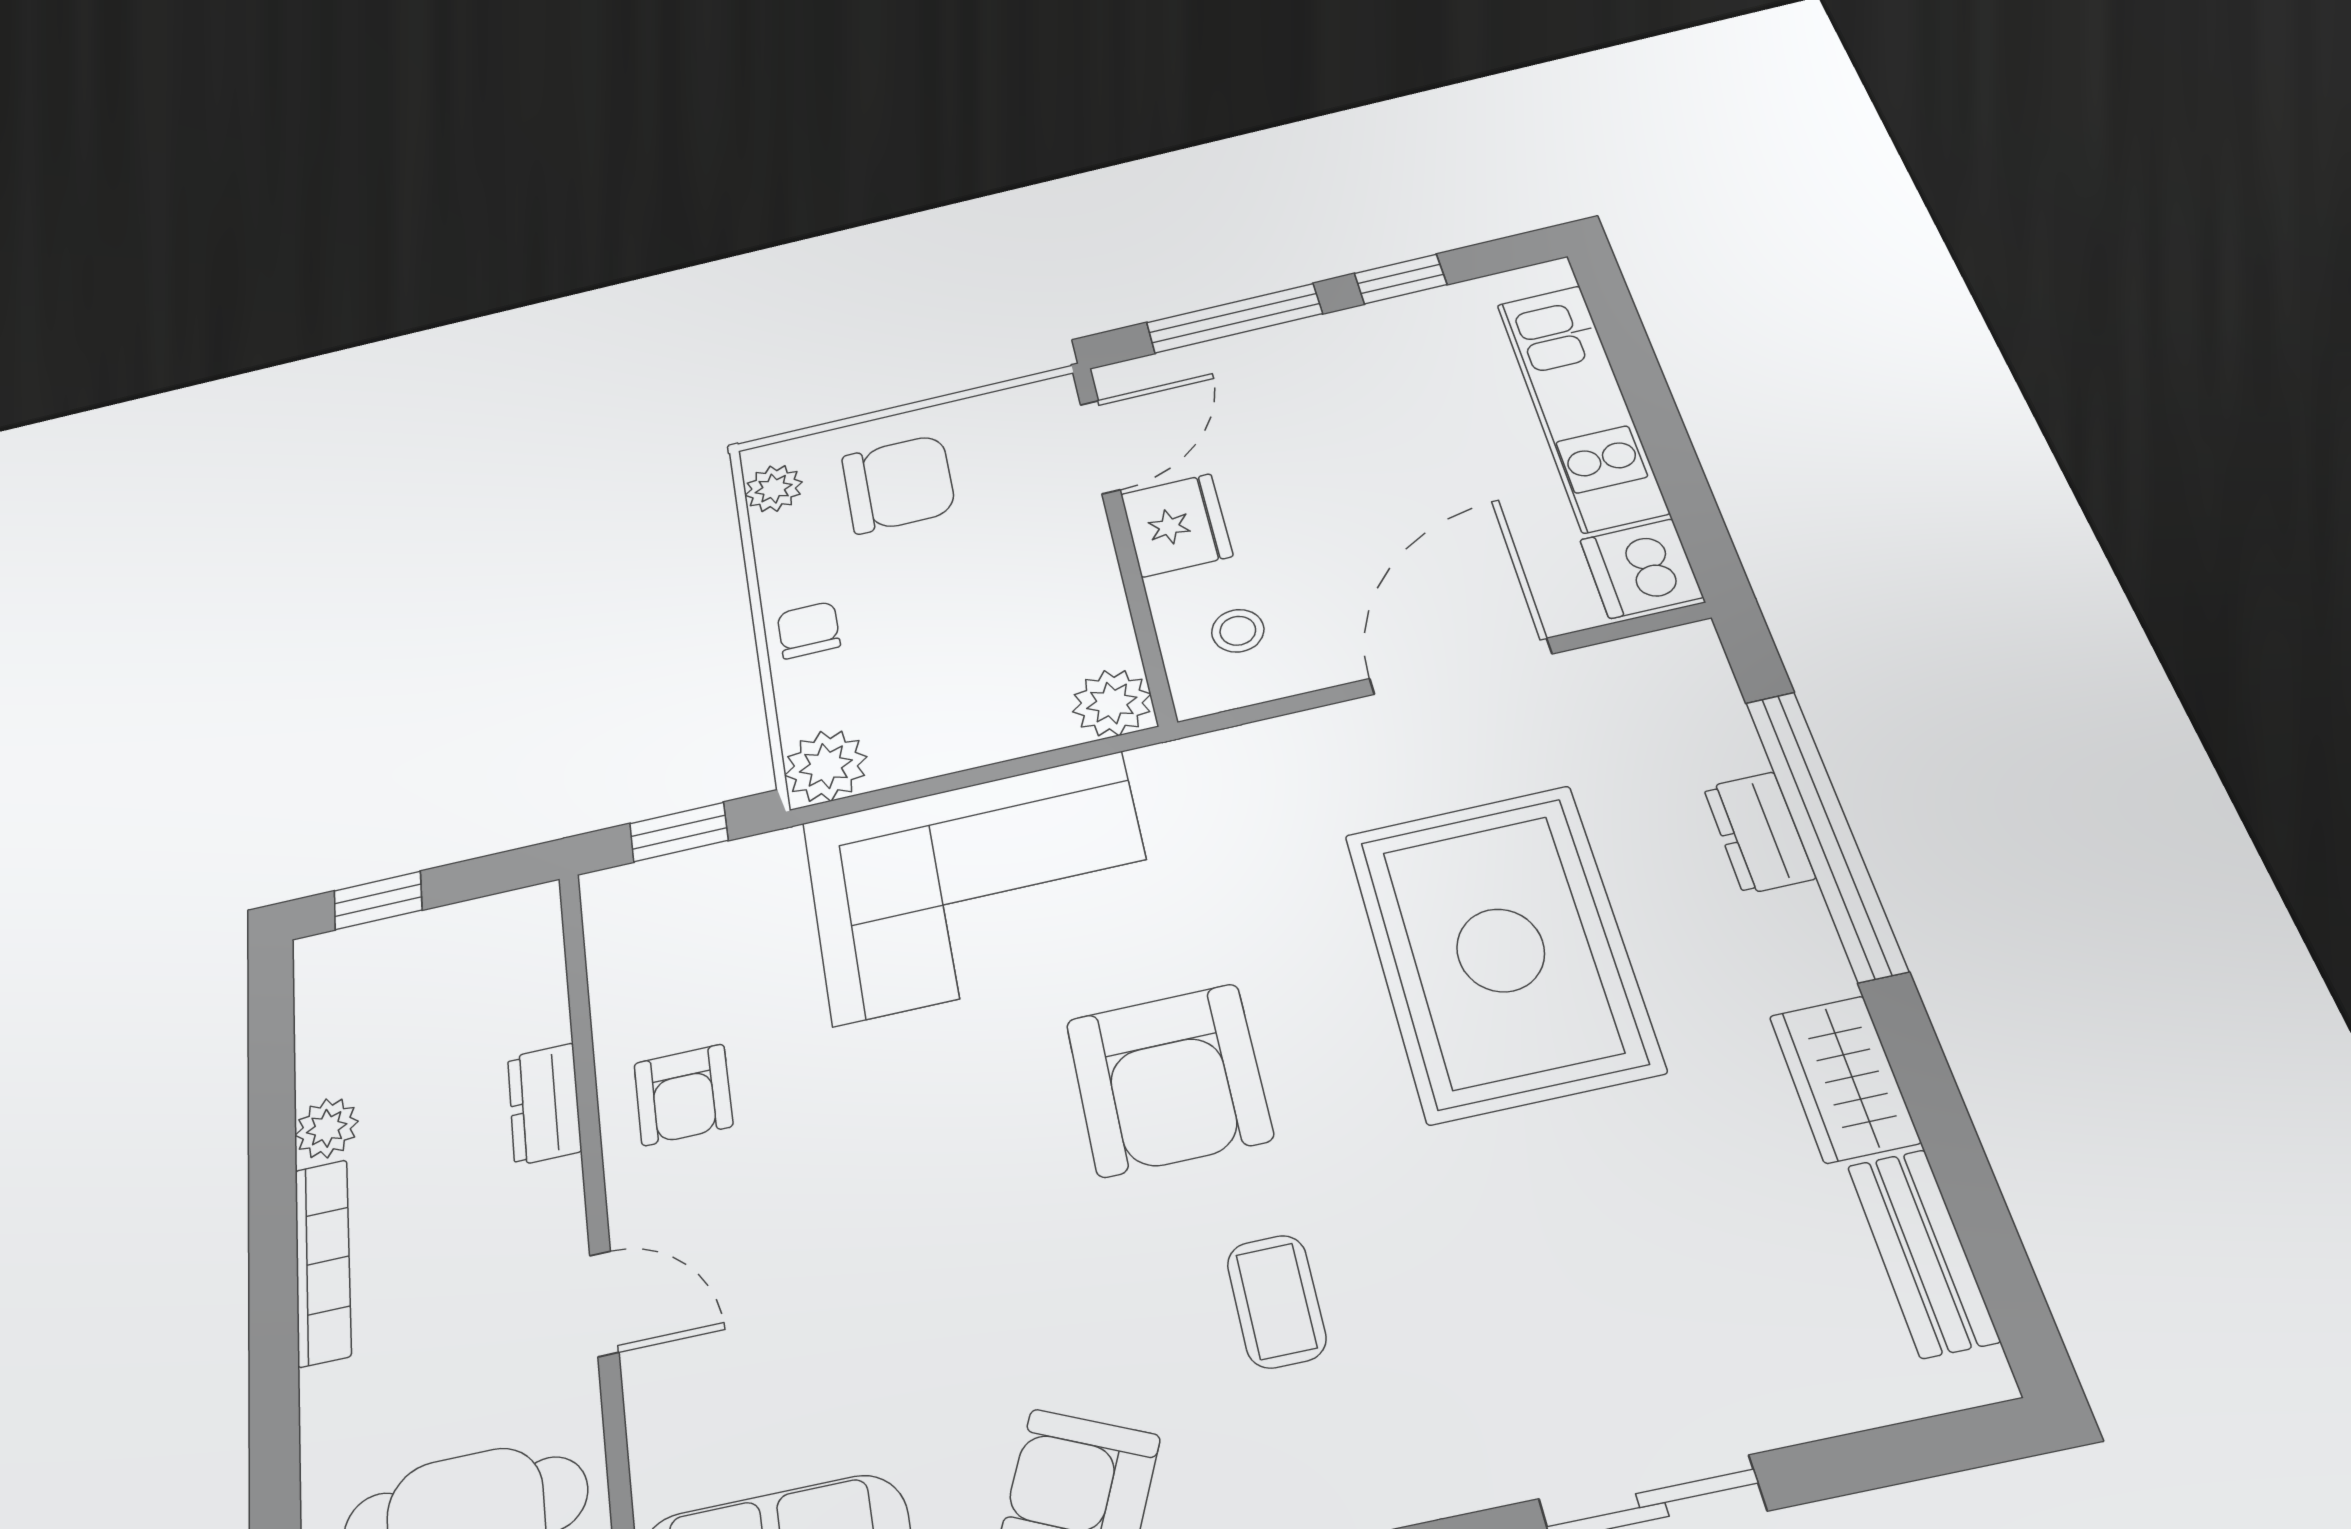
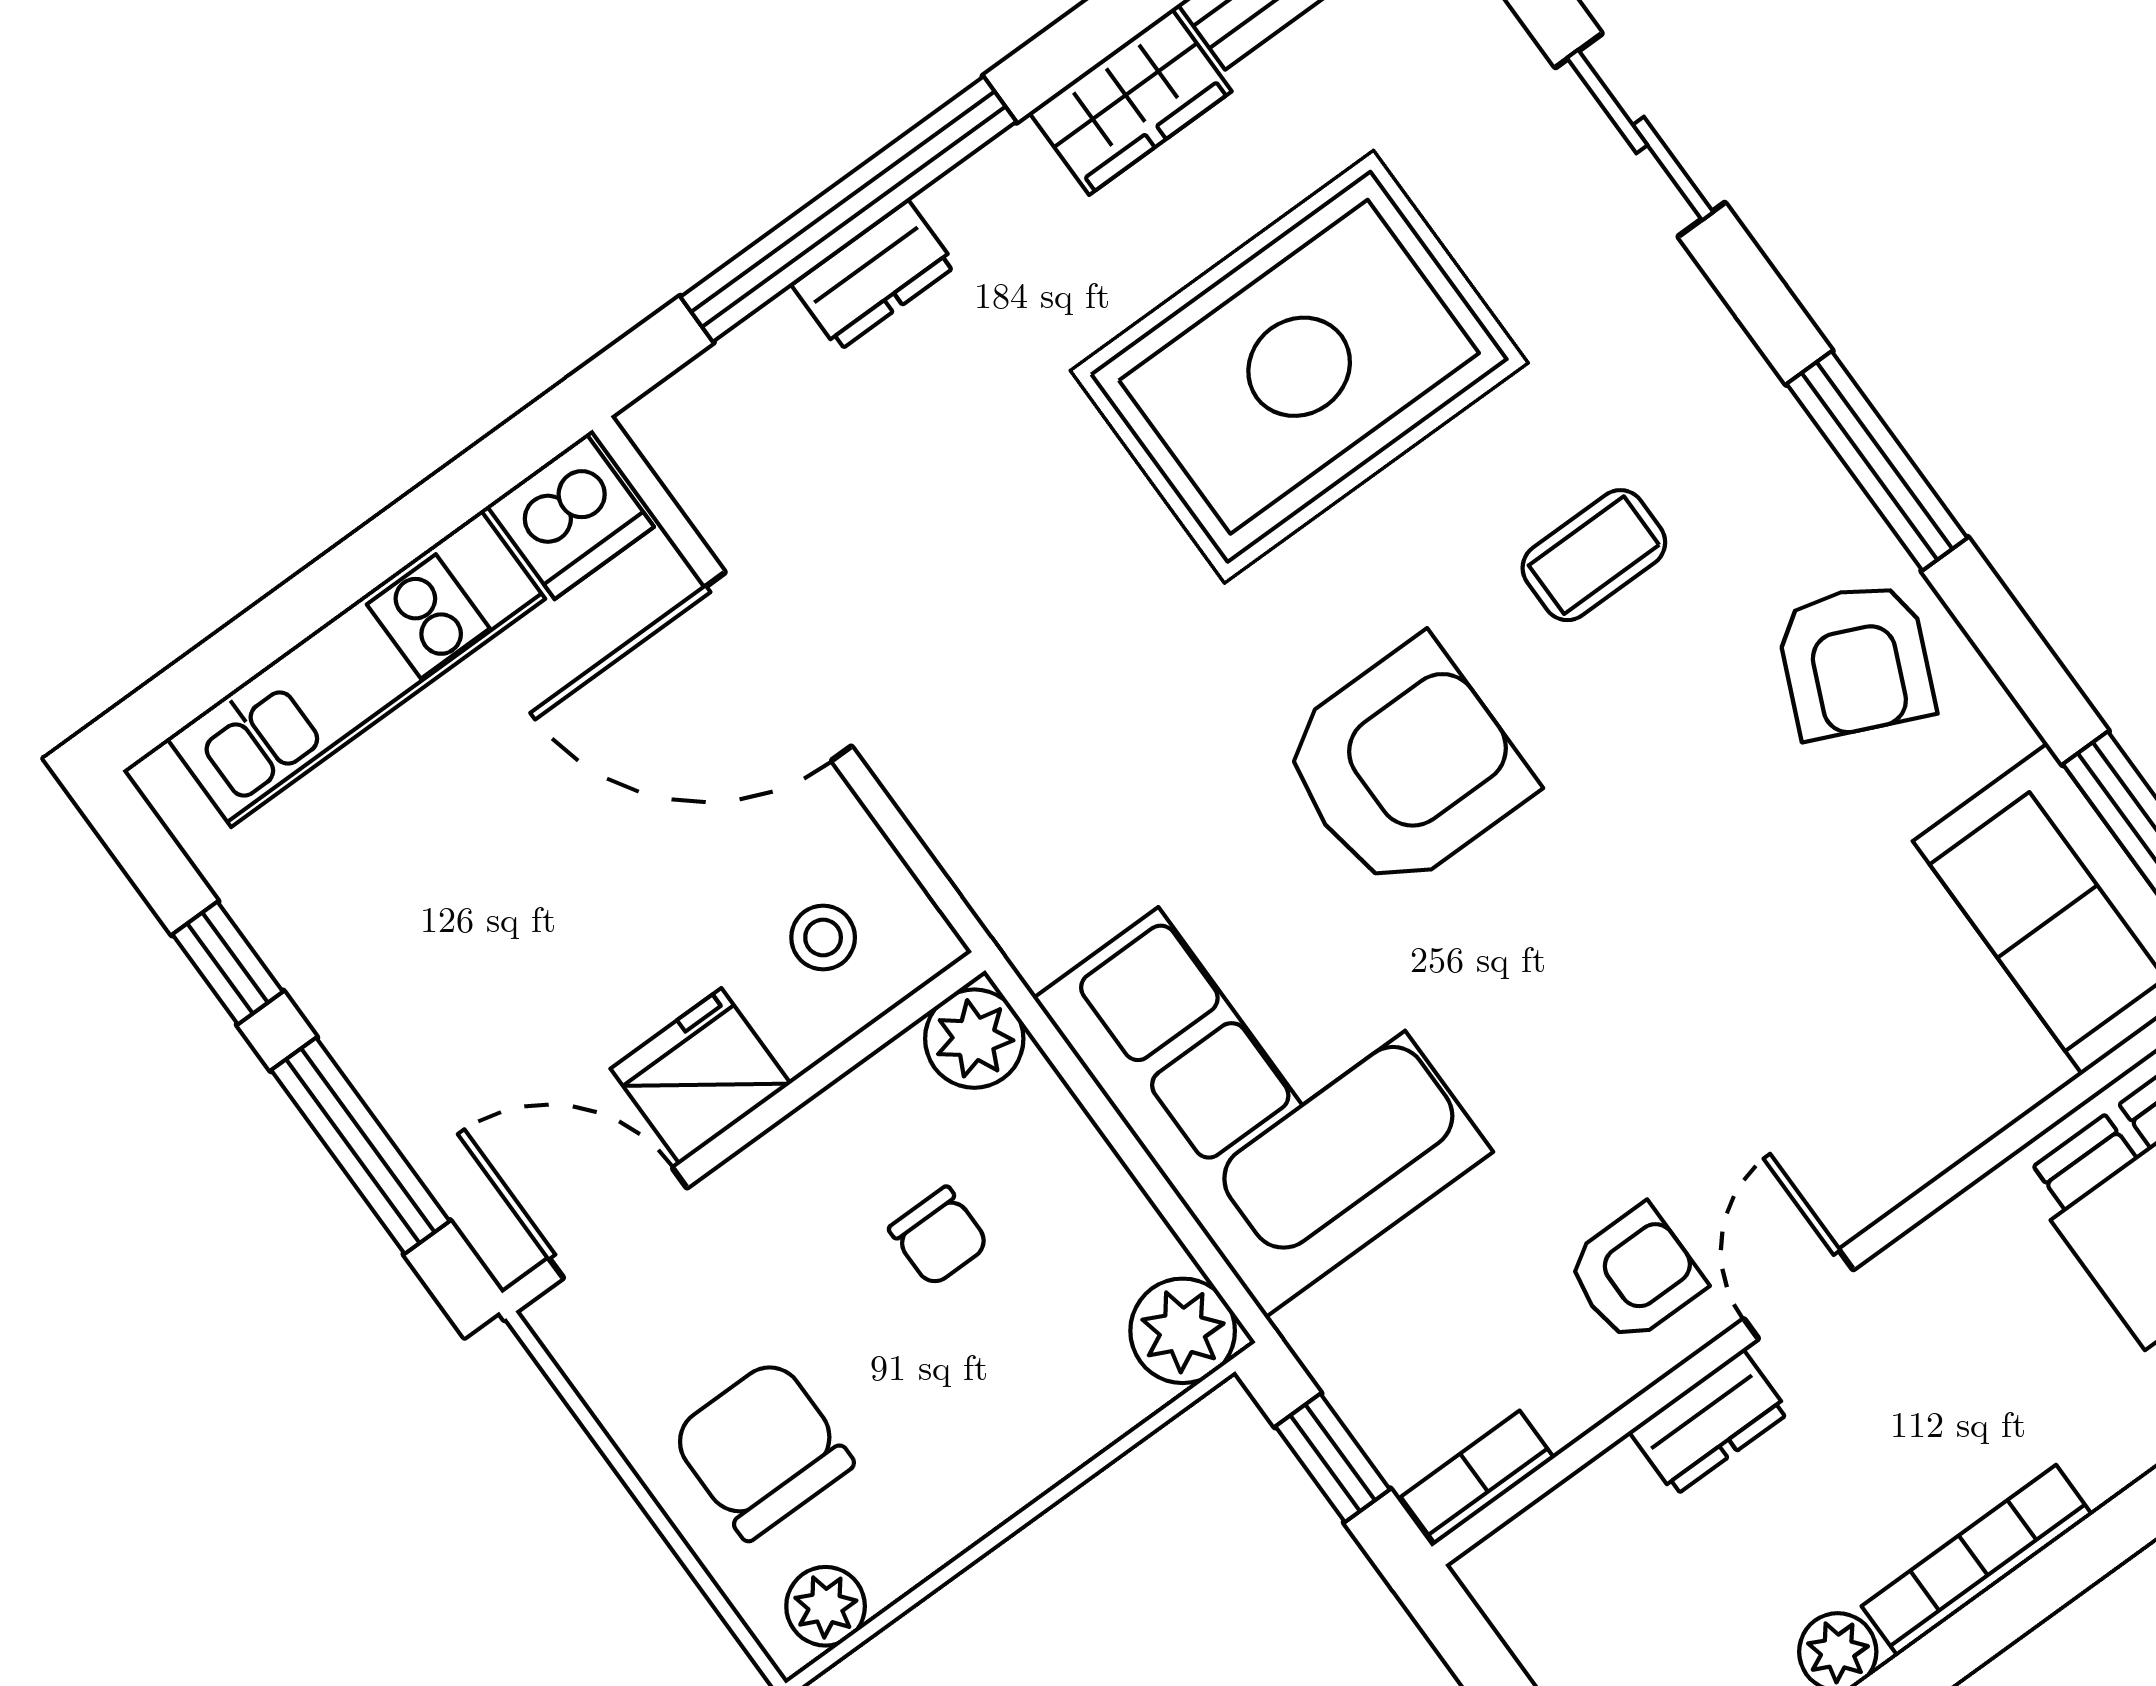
chair: (809, 630) -> (939, 1236), moved, turned -90
bookcase: (606, 924) -> (1477, 1477), added
rug: (1501, 950) -> (1299, 367), moved
door: (604, 1303) -> (1799, 1294), moved

